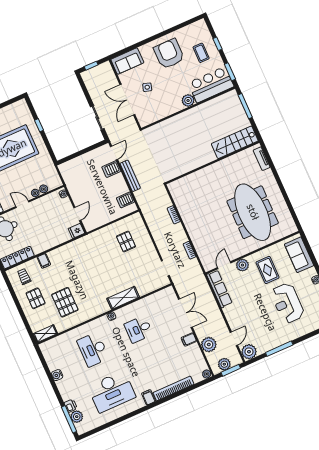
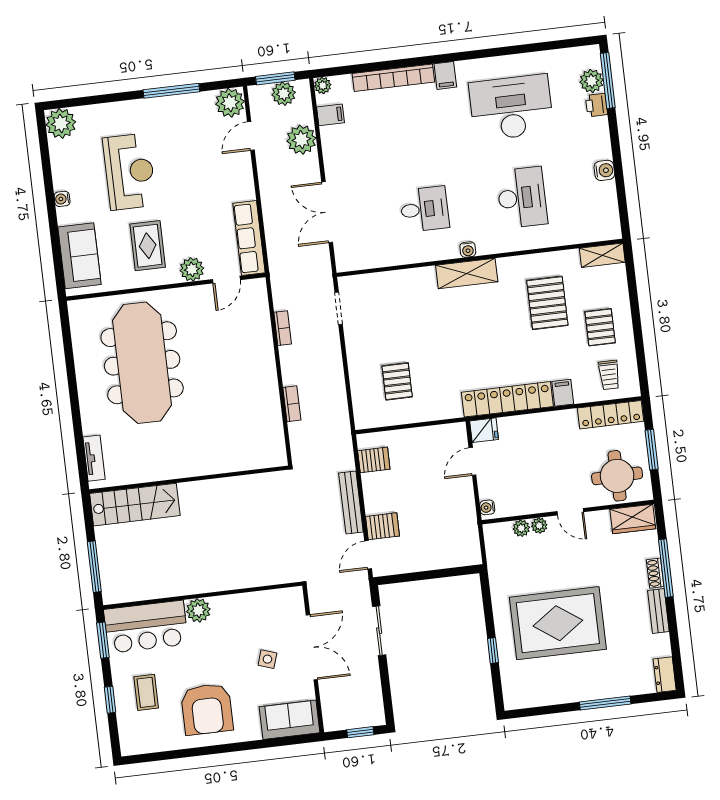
locker: (70, 249) -> (507, 399), added
shelving: (123, 298) -> (467, 273), moved
filing cabinet: (189, 340) -> (331, 115), moved

